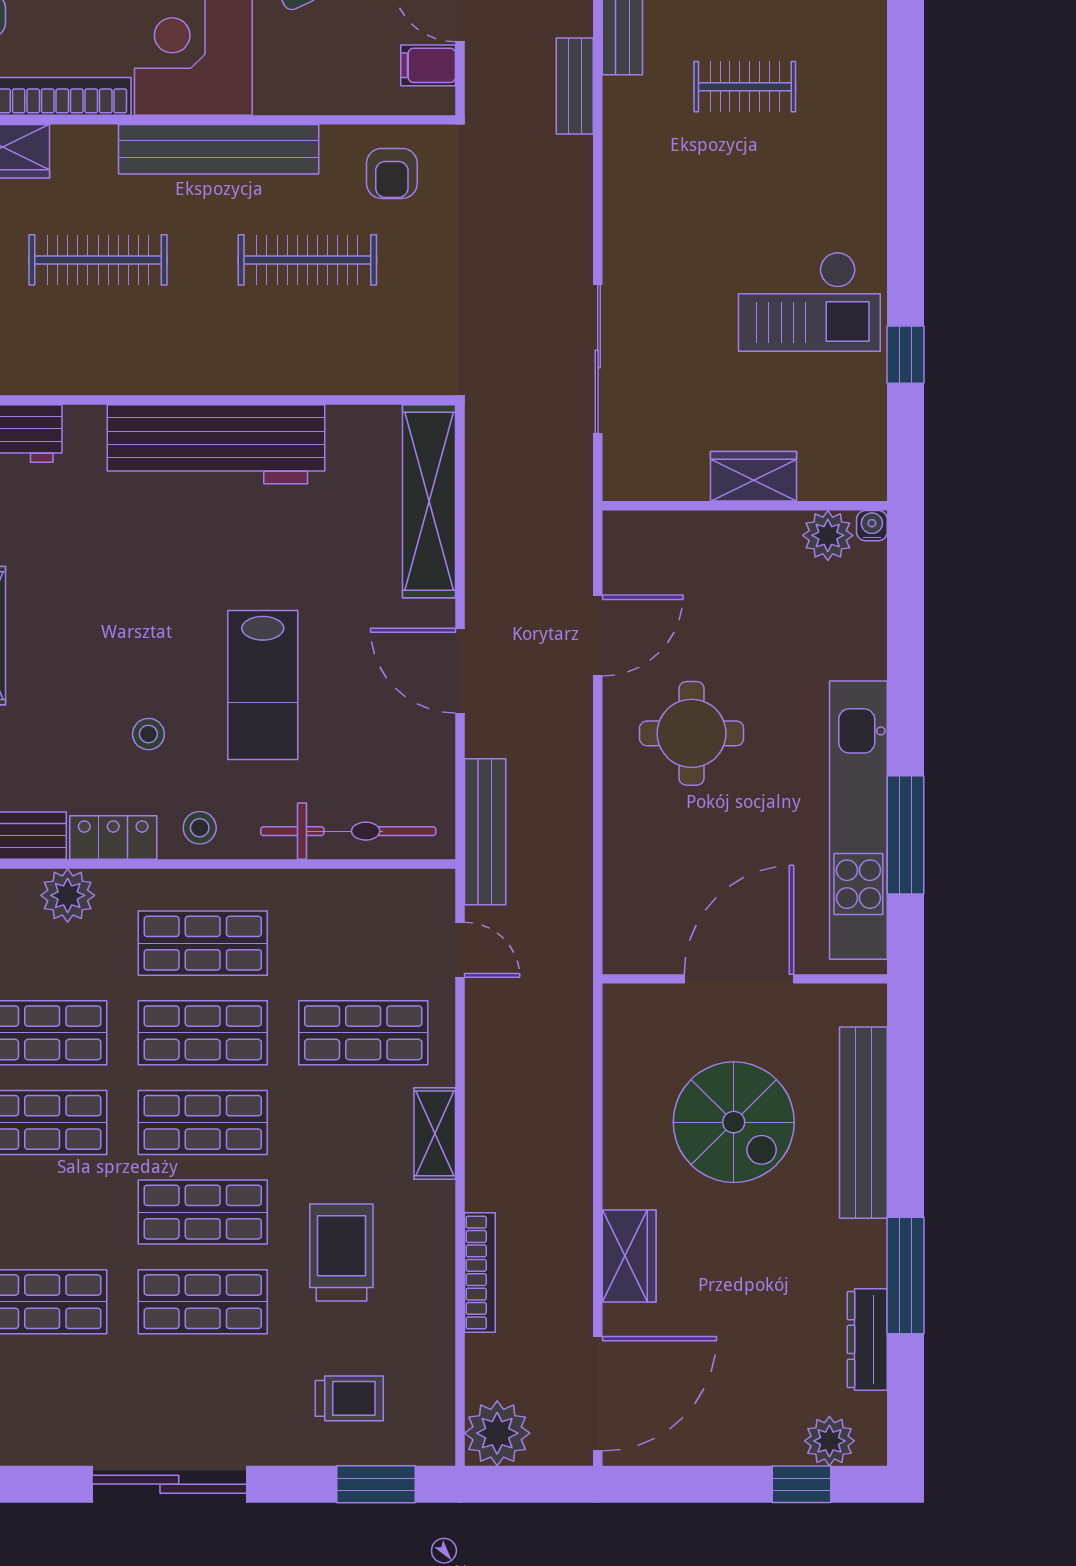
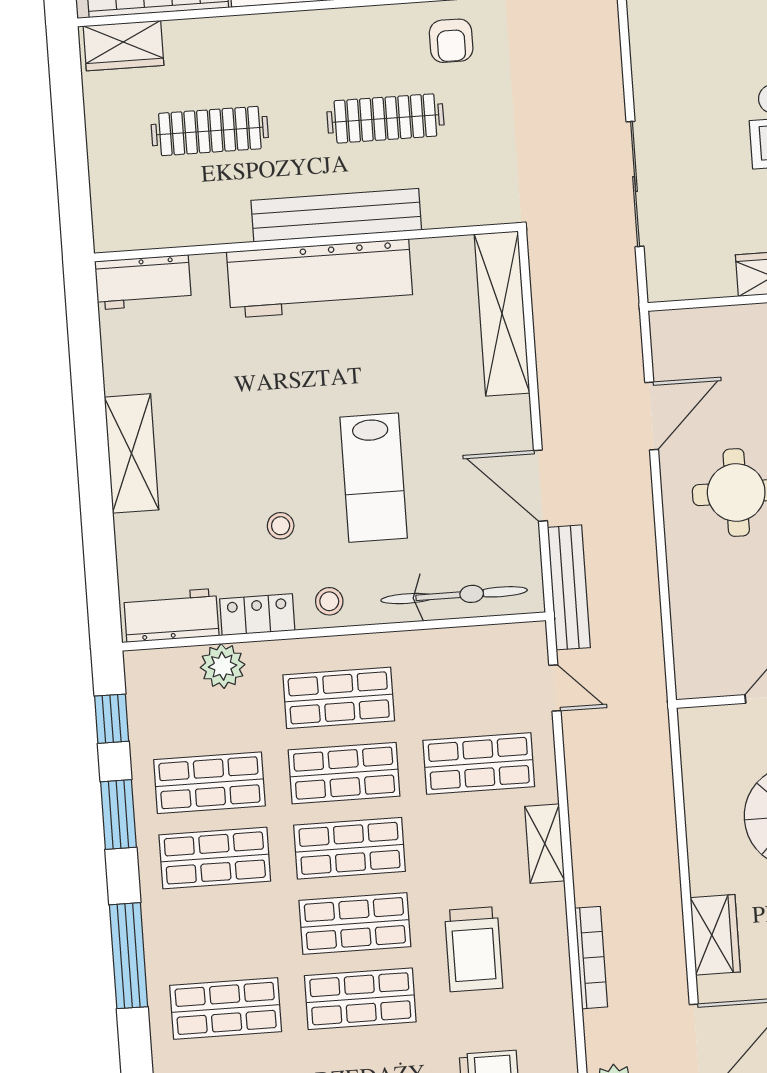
bench: (219, 149) -> (336, 215), moved
door: (460, 671) -> (540, 486), moved
trolley: (341, 1253) -> (474, 949), turned 180

